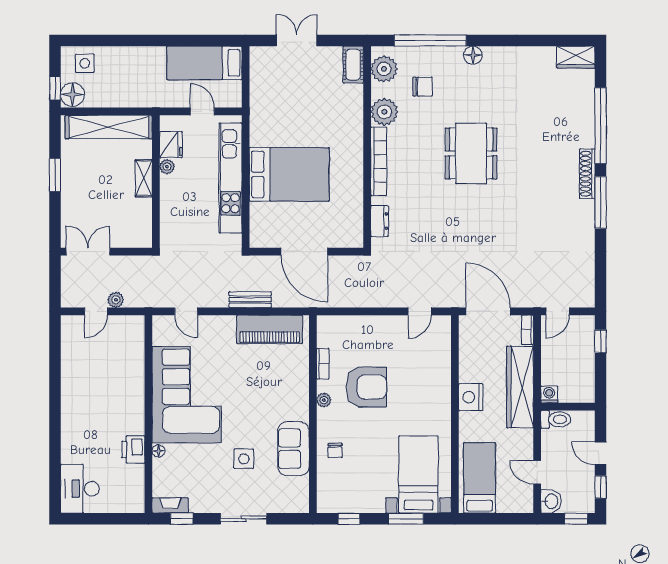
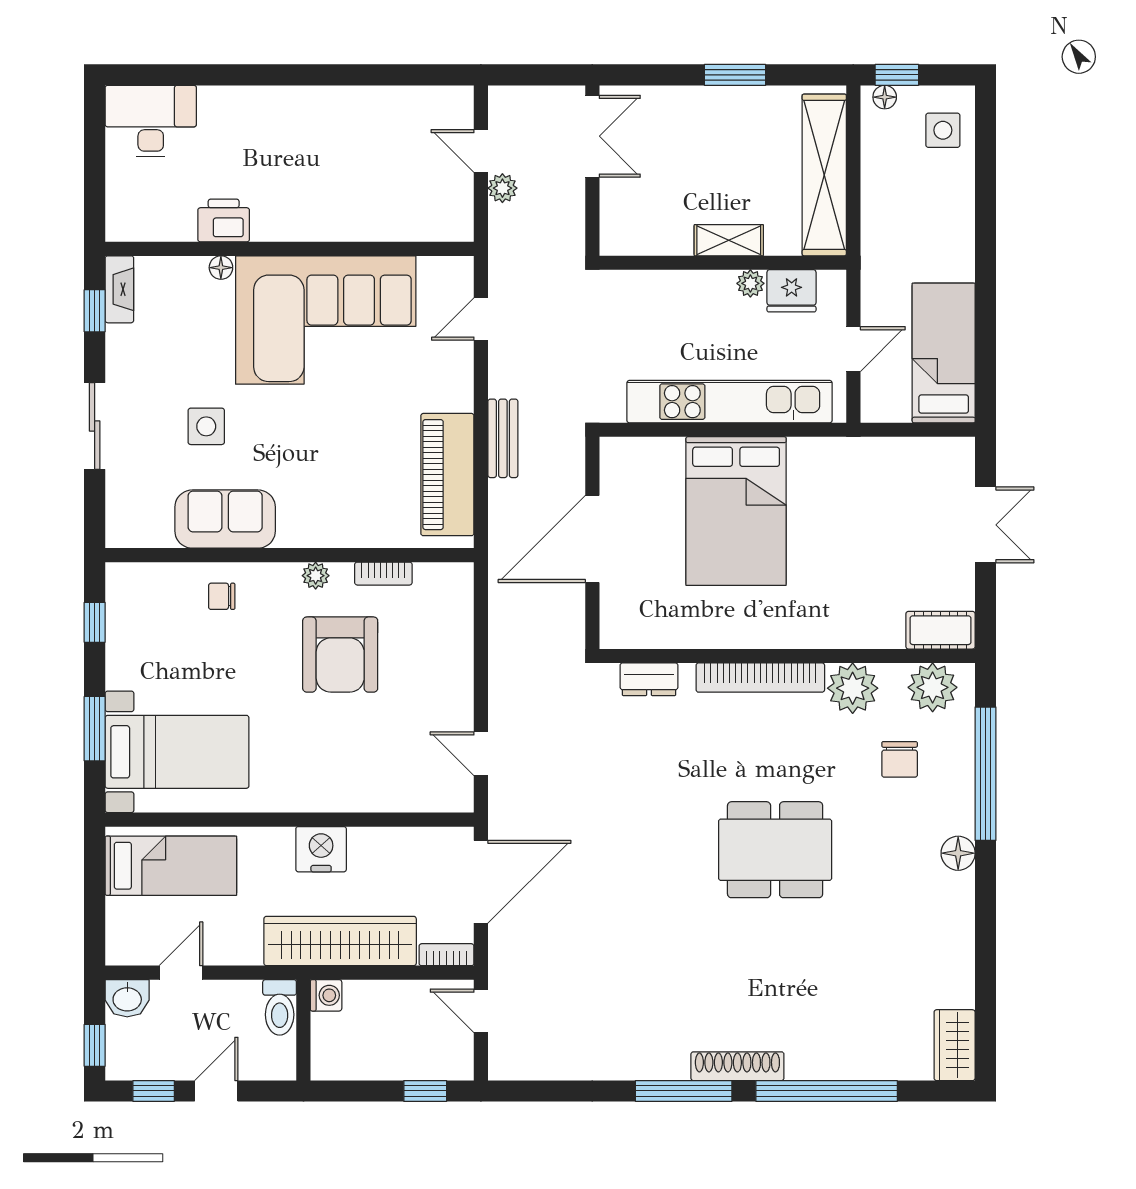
floor lamp: (73, 95) -> (885, 97), width x0.53, depth x0.53

